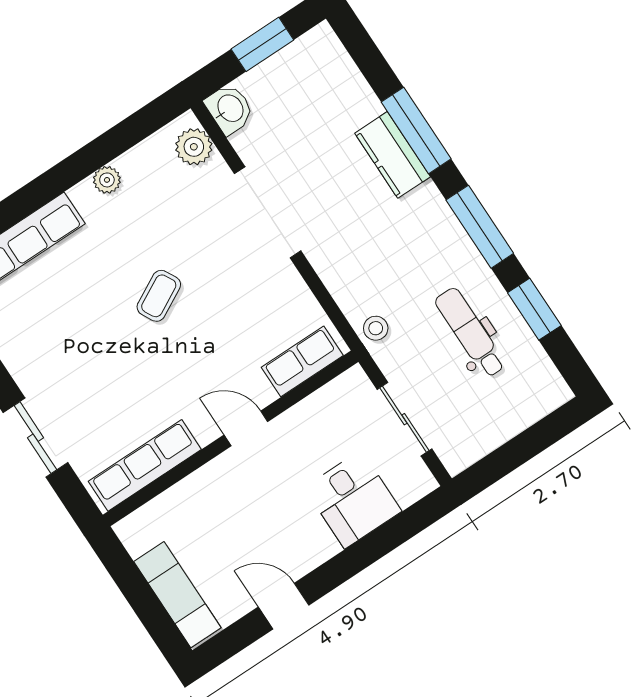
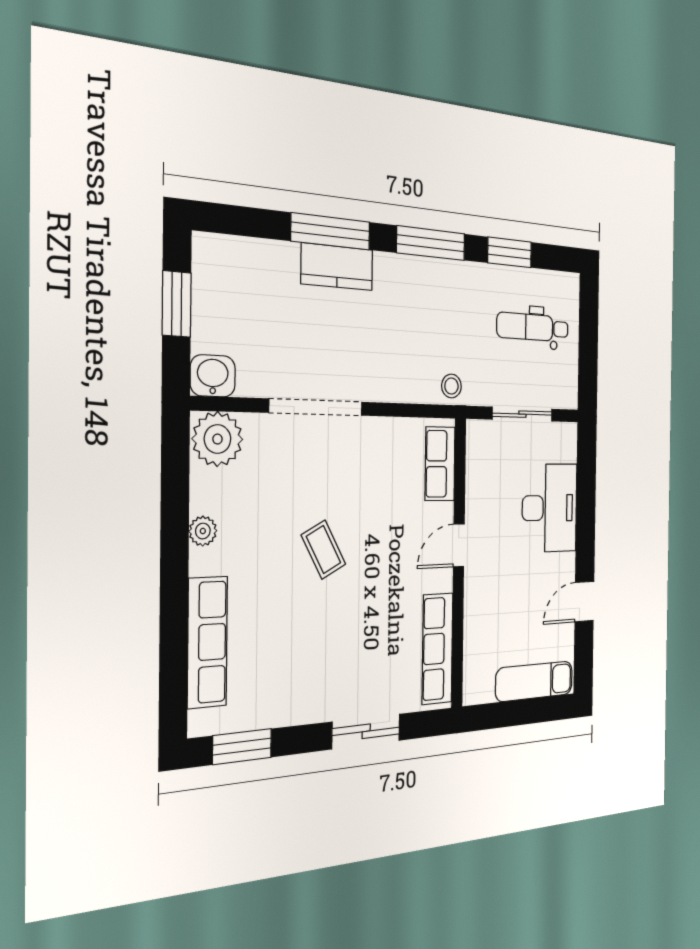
plant: (194, 147) -> (217, 439), width x1.36, depth x1.36
dental chair: (470, 333) -> (533, 327), moved
desk: (353, 499) -> (550, 508), width x1.37

